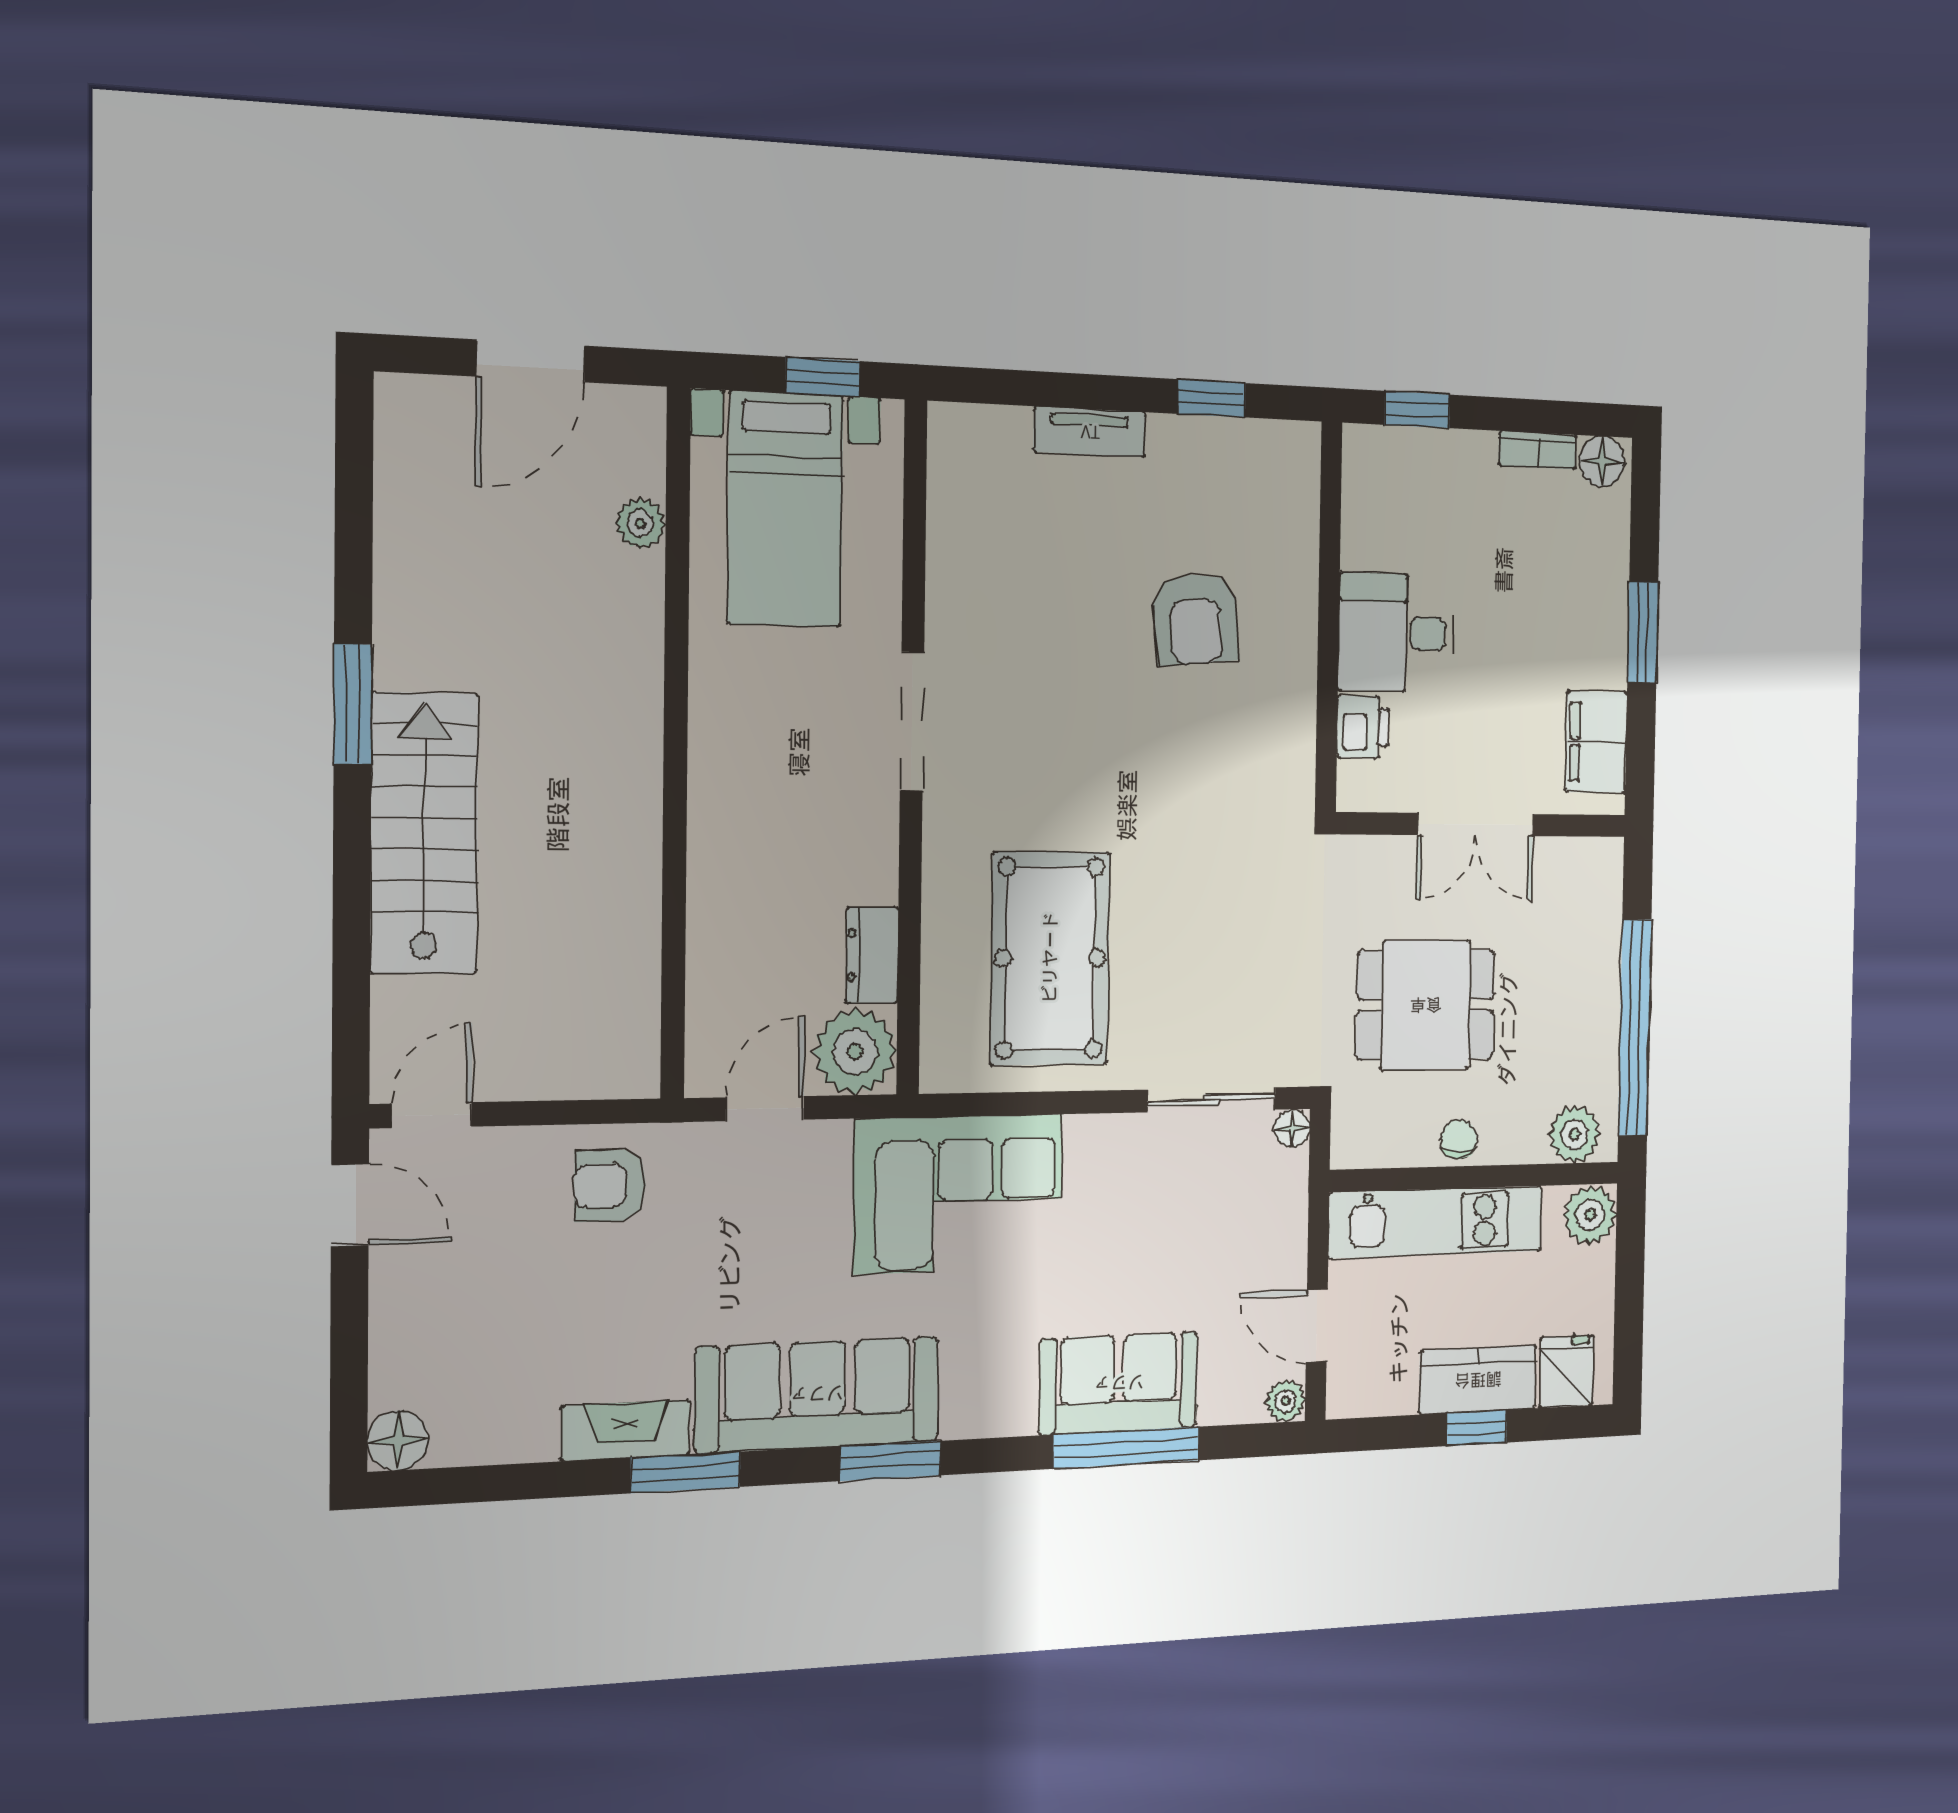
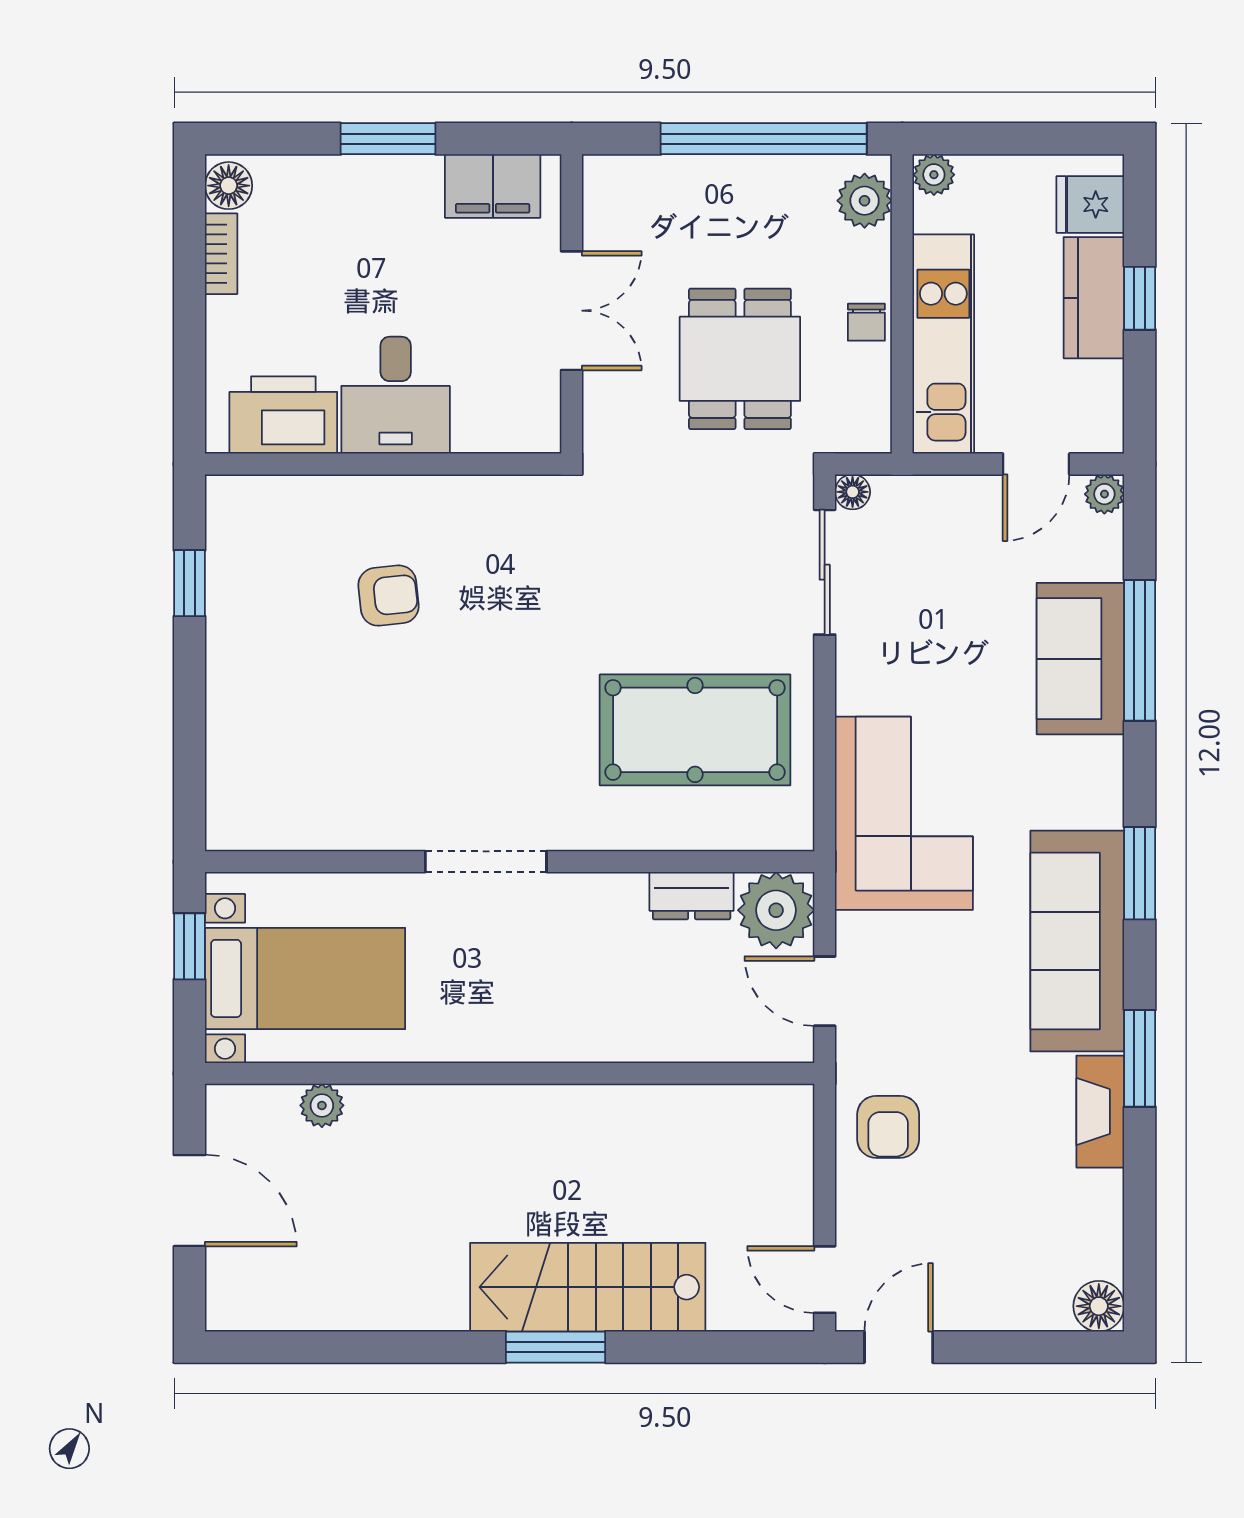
window: (1417, 410) -> (190, 378), removed
tv unit: (1090, 432) -> (225, 699), removed
armchair: (1195, 619) -> (389, 596), width x0.72, depth x0.72
window: (353, 704) -> (556, 1347), moved
printer: (1363, 727) -> (283, 415), moved, width x1.87, depth x1.48
chair: (1459, 1139) -> (866, 322), turned -90
plant: (1590, 1215) -> (934, 175), width x0.73, depth x0.73

